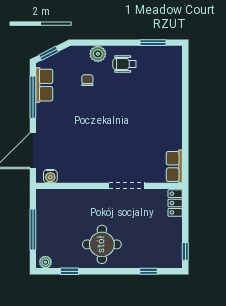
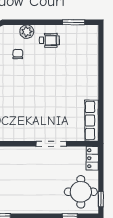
wheelchair: (124, 64) -> (49, 40), turned 180
row of seats: (174, 166) -> (92, 121), width x1.48
round table: (102, 244) -> (81, 192), moved

